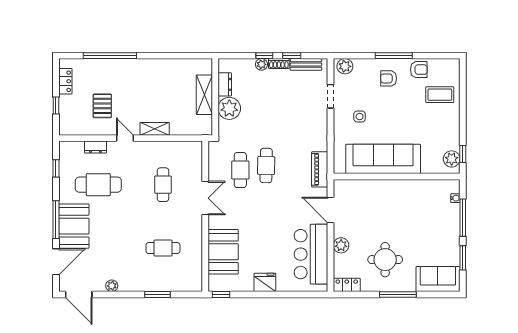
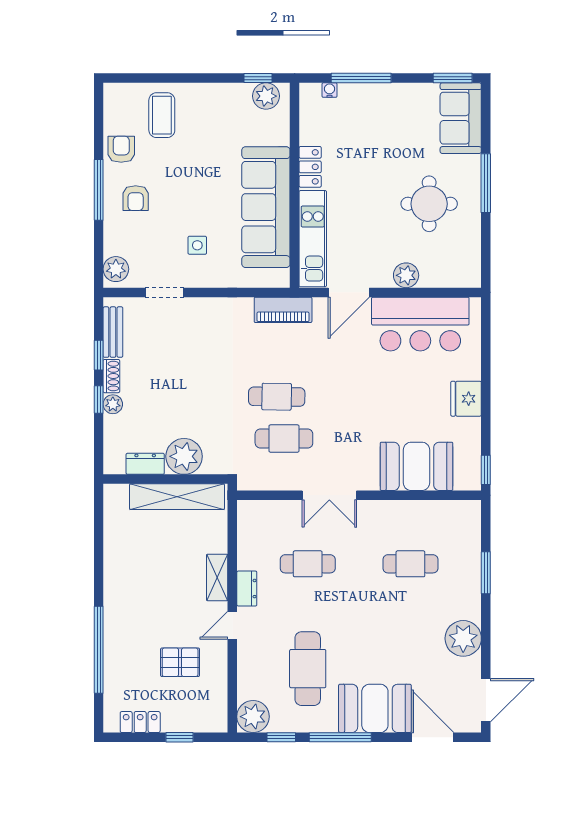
shelving: (204, 95) -> (177, 497), width x1.47
dresser: (95, 147) -> (247, 589), moved
plant: (69, 151) -> (253, 717), added
kitchen unit: (364, 188) -> (313, 239), added
double door: (205, 198) -> (329, 495), swing flipped
window: (56, 220) -> (340, 737), moved
cafe table: (163, 248) -> (410, 564), turned 90
window: (463, 258) -> (453, 78), moved
locker: (347, 285) -> (310, 167), moved, turned 180
plant: (112, 286) -> (463, 638), width x1.88, depth x1.88

